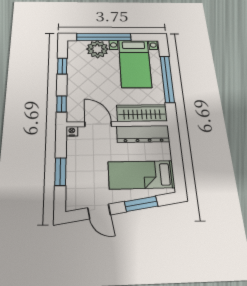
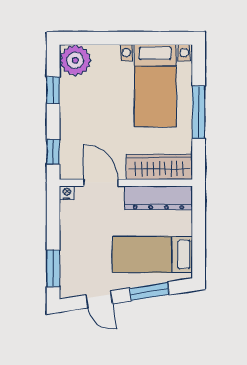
window: (104, 37) -> (113, 38), removed
plant: (97, 49) -> (75, 60), moved
window: (167, 79) -> (199, 112), width x0.68
window: (60, 172) -> (53, 268), moved

